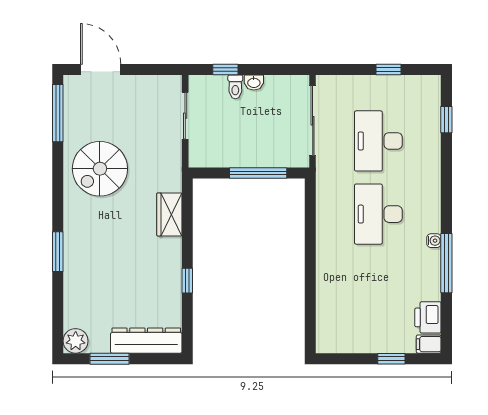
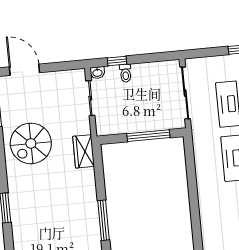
washbasin: (254, 82) -> (97, 73), moved
wardrobe: (169, 214) -> (84, 151), moved
window: (187, 281) -> (103, 220), width x2.17

